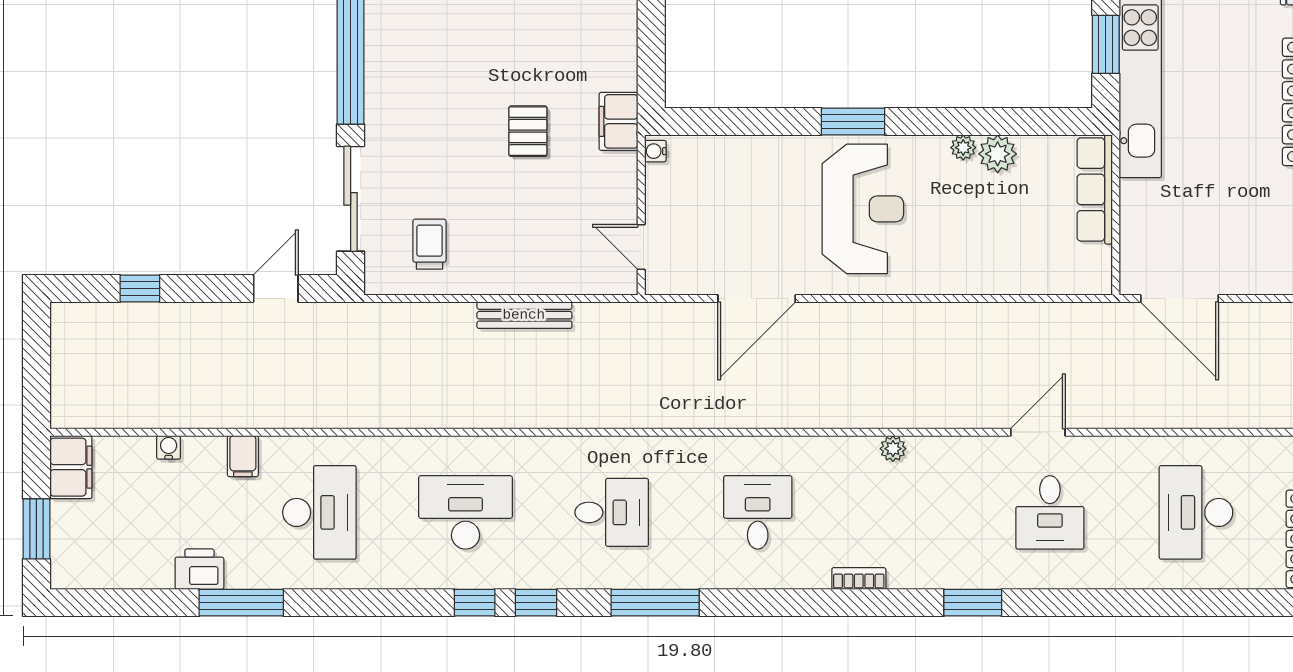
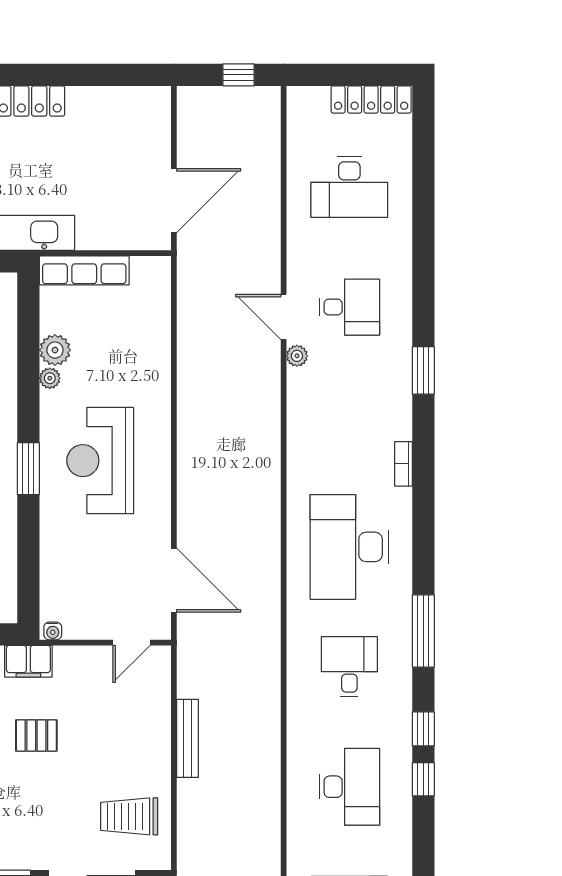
reception desk: (863, 209) -> (100, 461), turned -90
trolley: (429, 244) -> (129, 816), width x1.36, depth x1.39
door: (757, 299) -> (174, 580), moved
plant: (893, 449) -> (297, 356), moved
desk: (466, 512) -> (349, 787), turned 180
desk: (758, 512) -> (349, 547), width x1.87, depth x1.30

